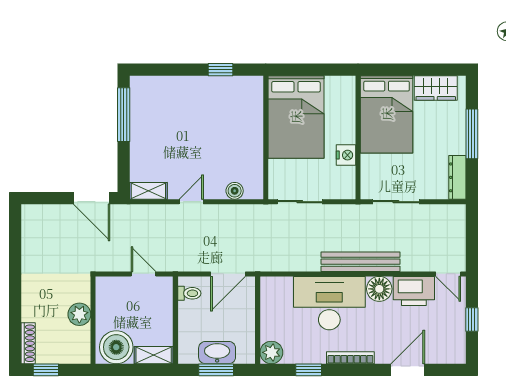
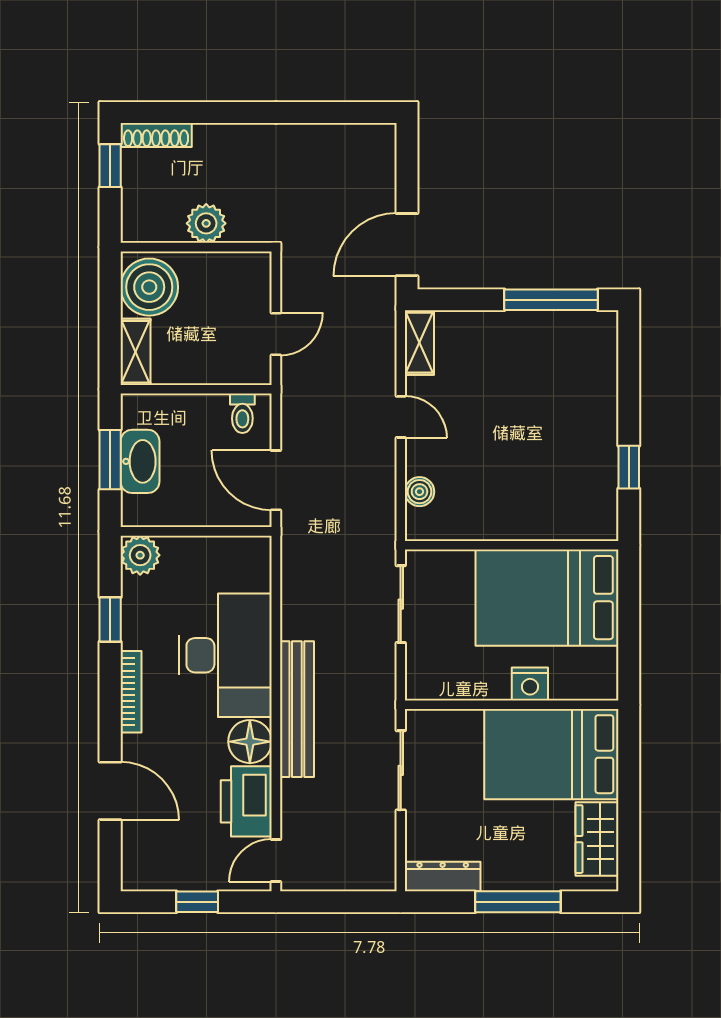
nightstand: (346, 155) -> (530, 684), moved

